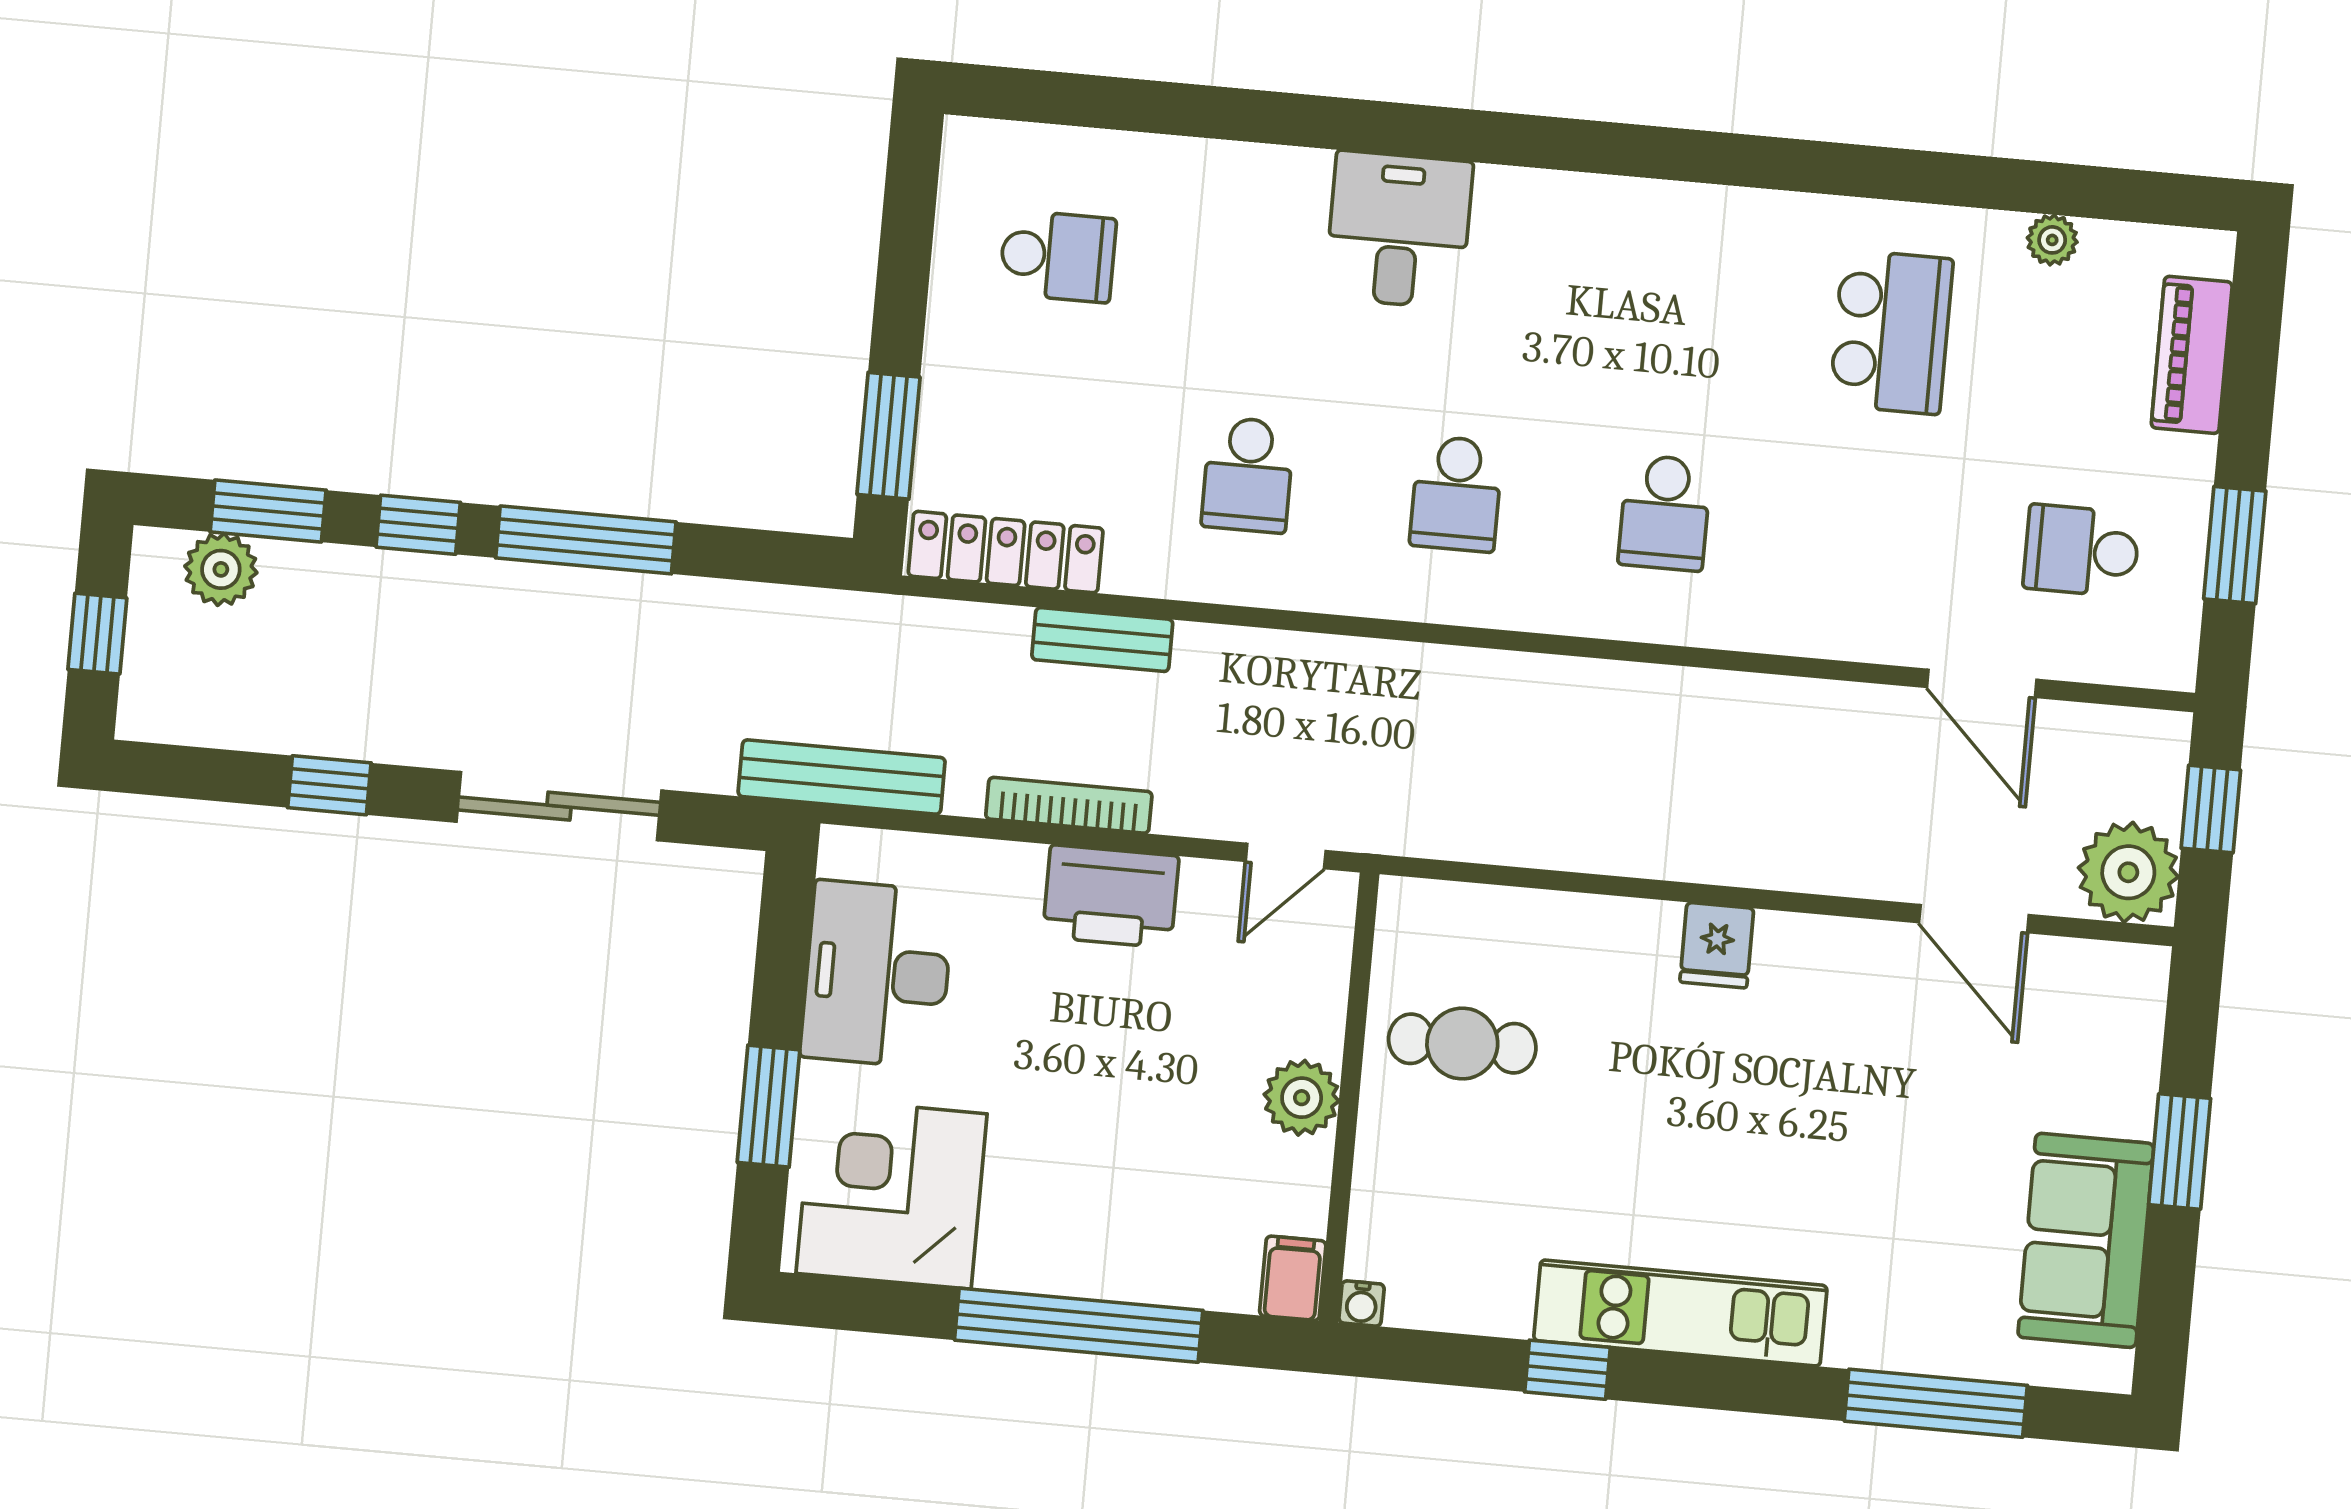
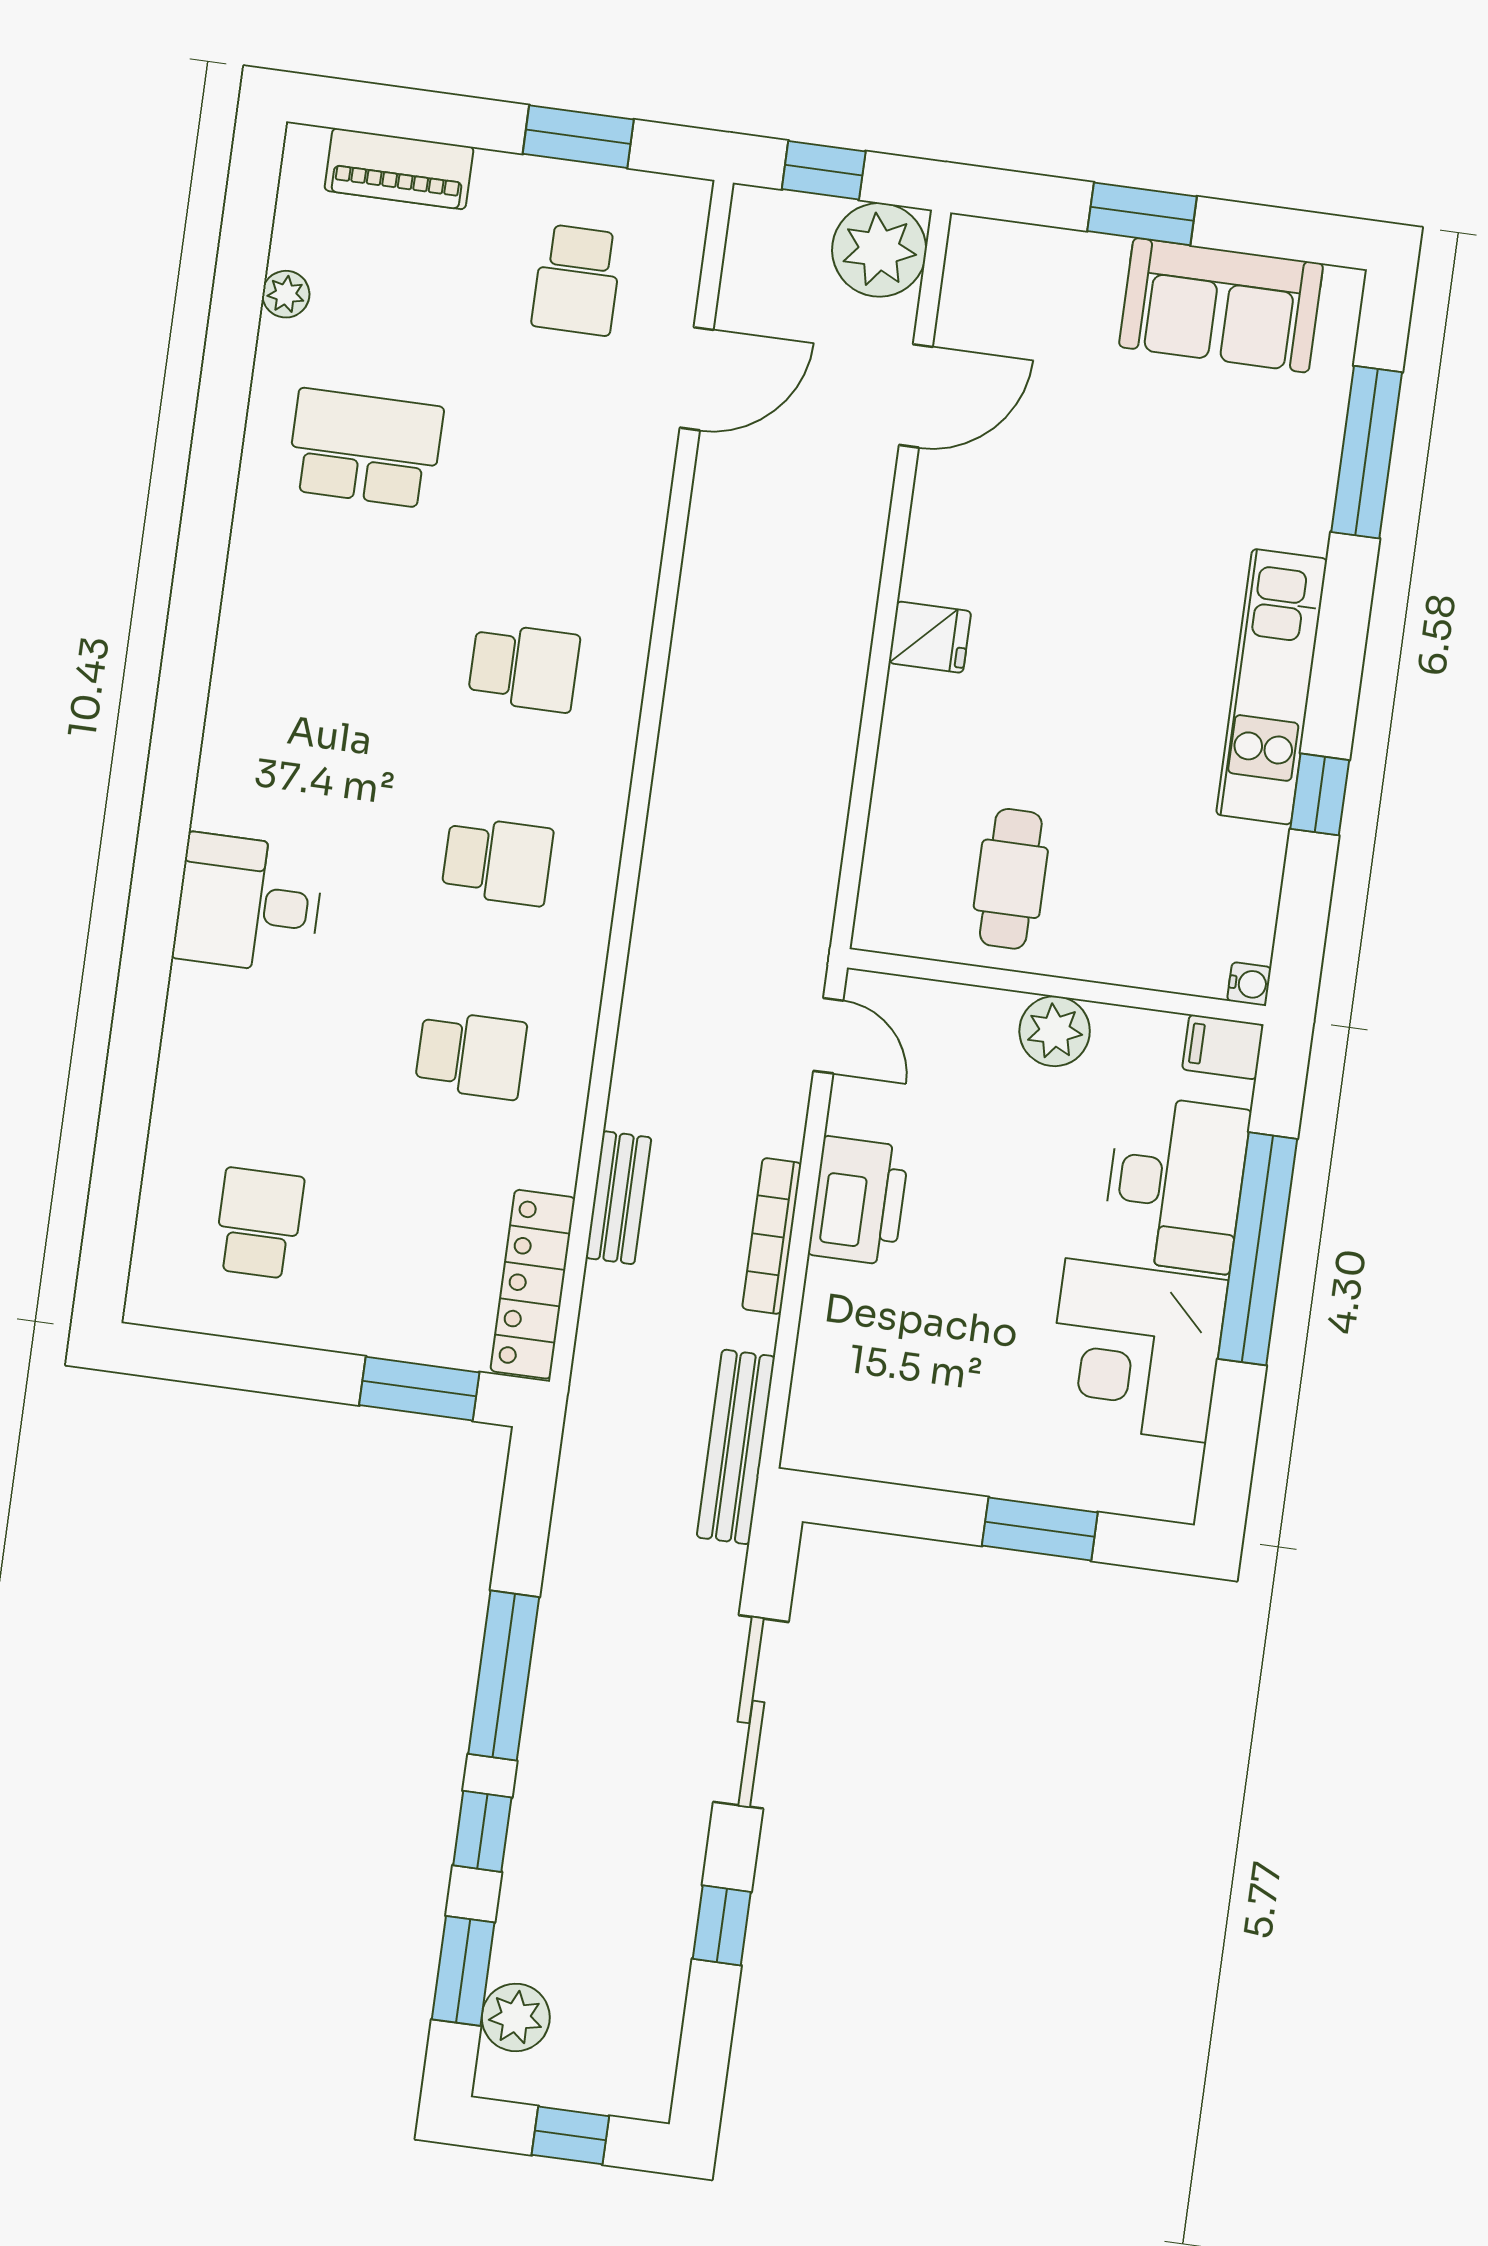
desk: (877, 974) -> (1176, 1184), moved, turned -90
corner desk: (892, 1194) -> (1136, 1350), moved

